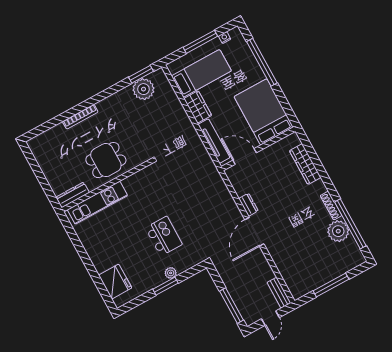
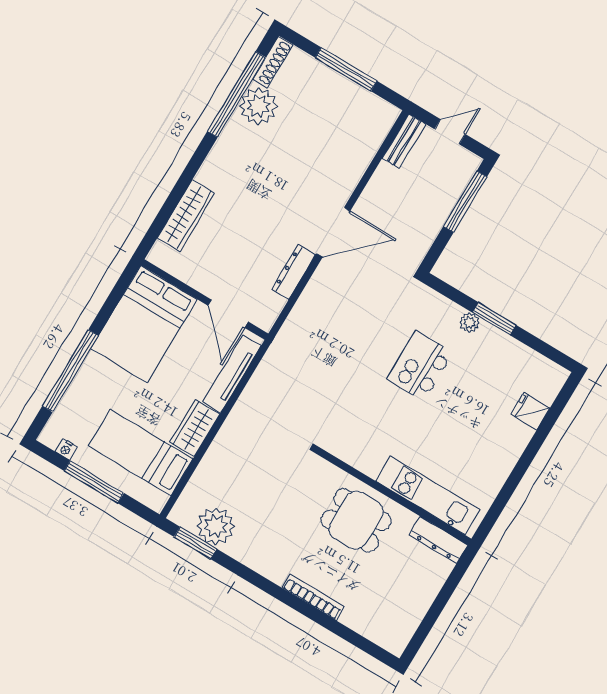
dresser: (248, 205) -> (294, 272), width x1.44
shoe rack: (331, 206) -> (273, 62), moved
fridge: (115, 282) -> (530, 411), width x0.53, depth x0.75

